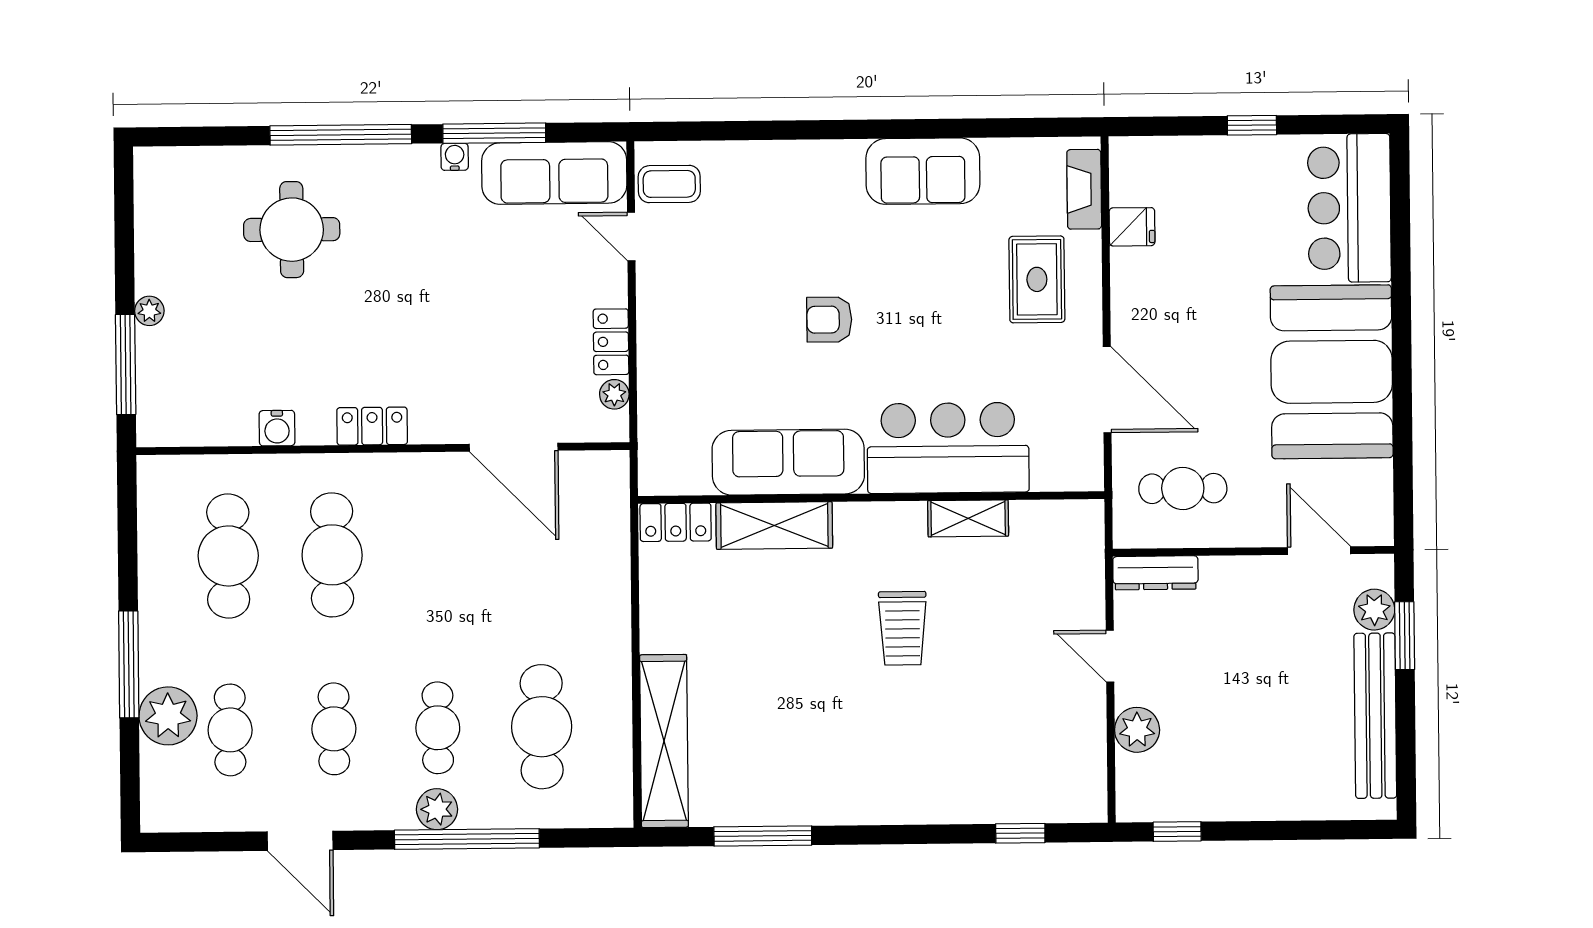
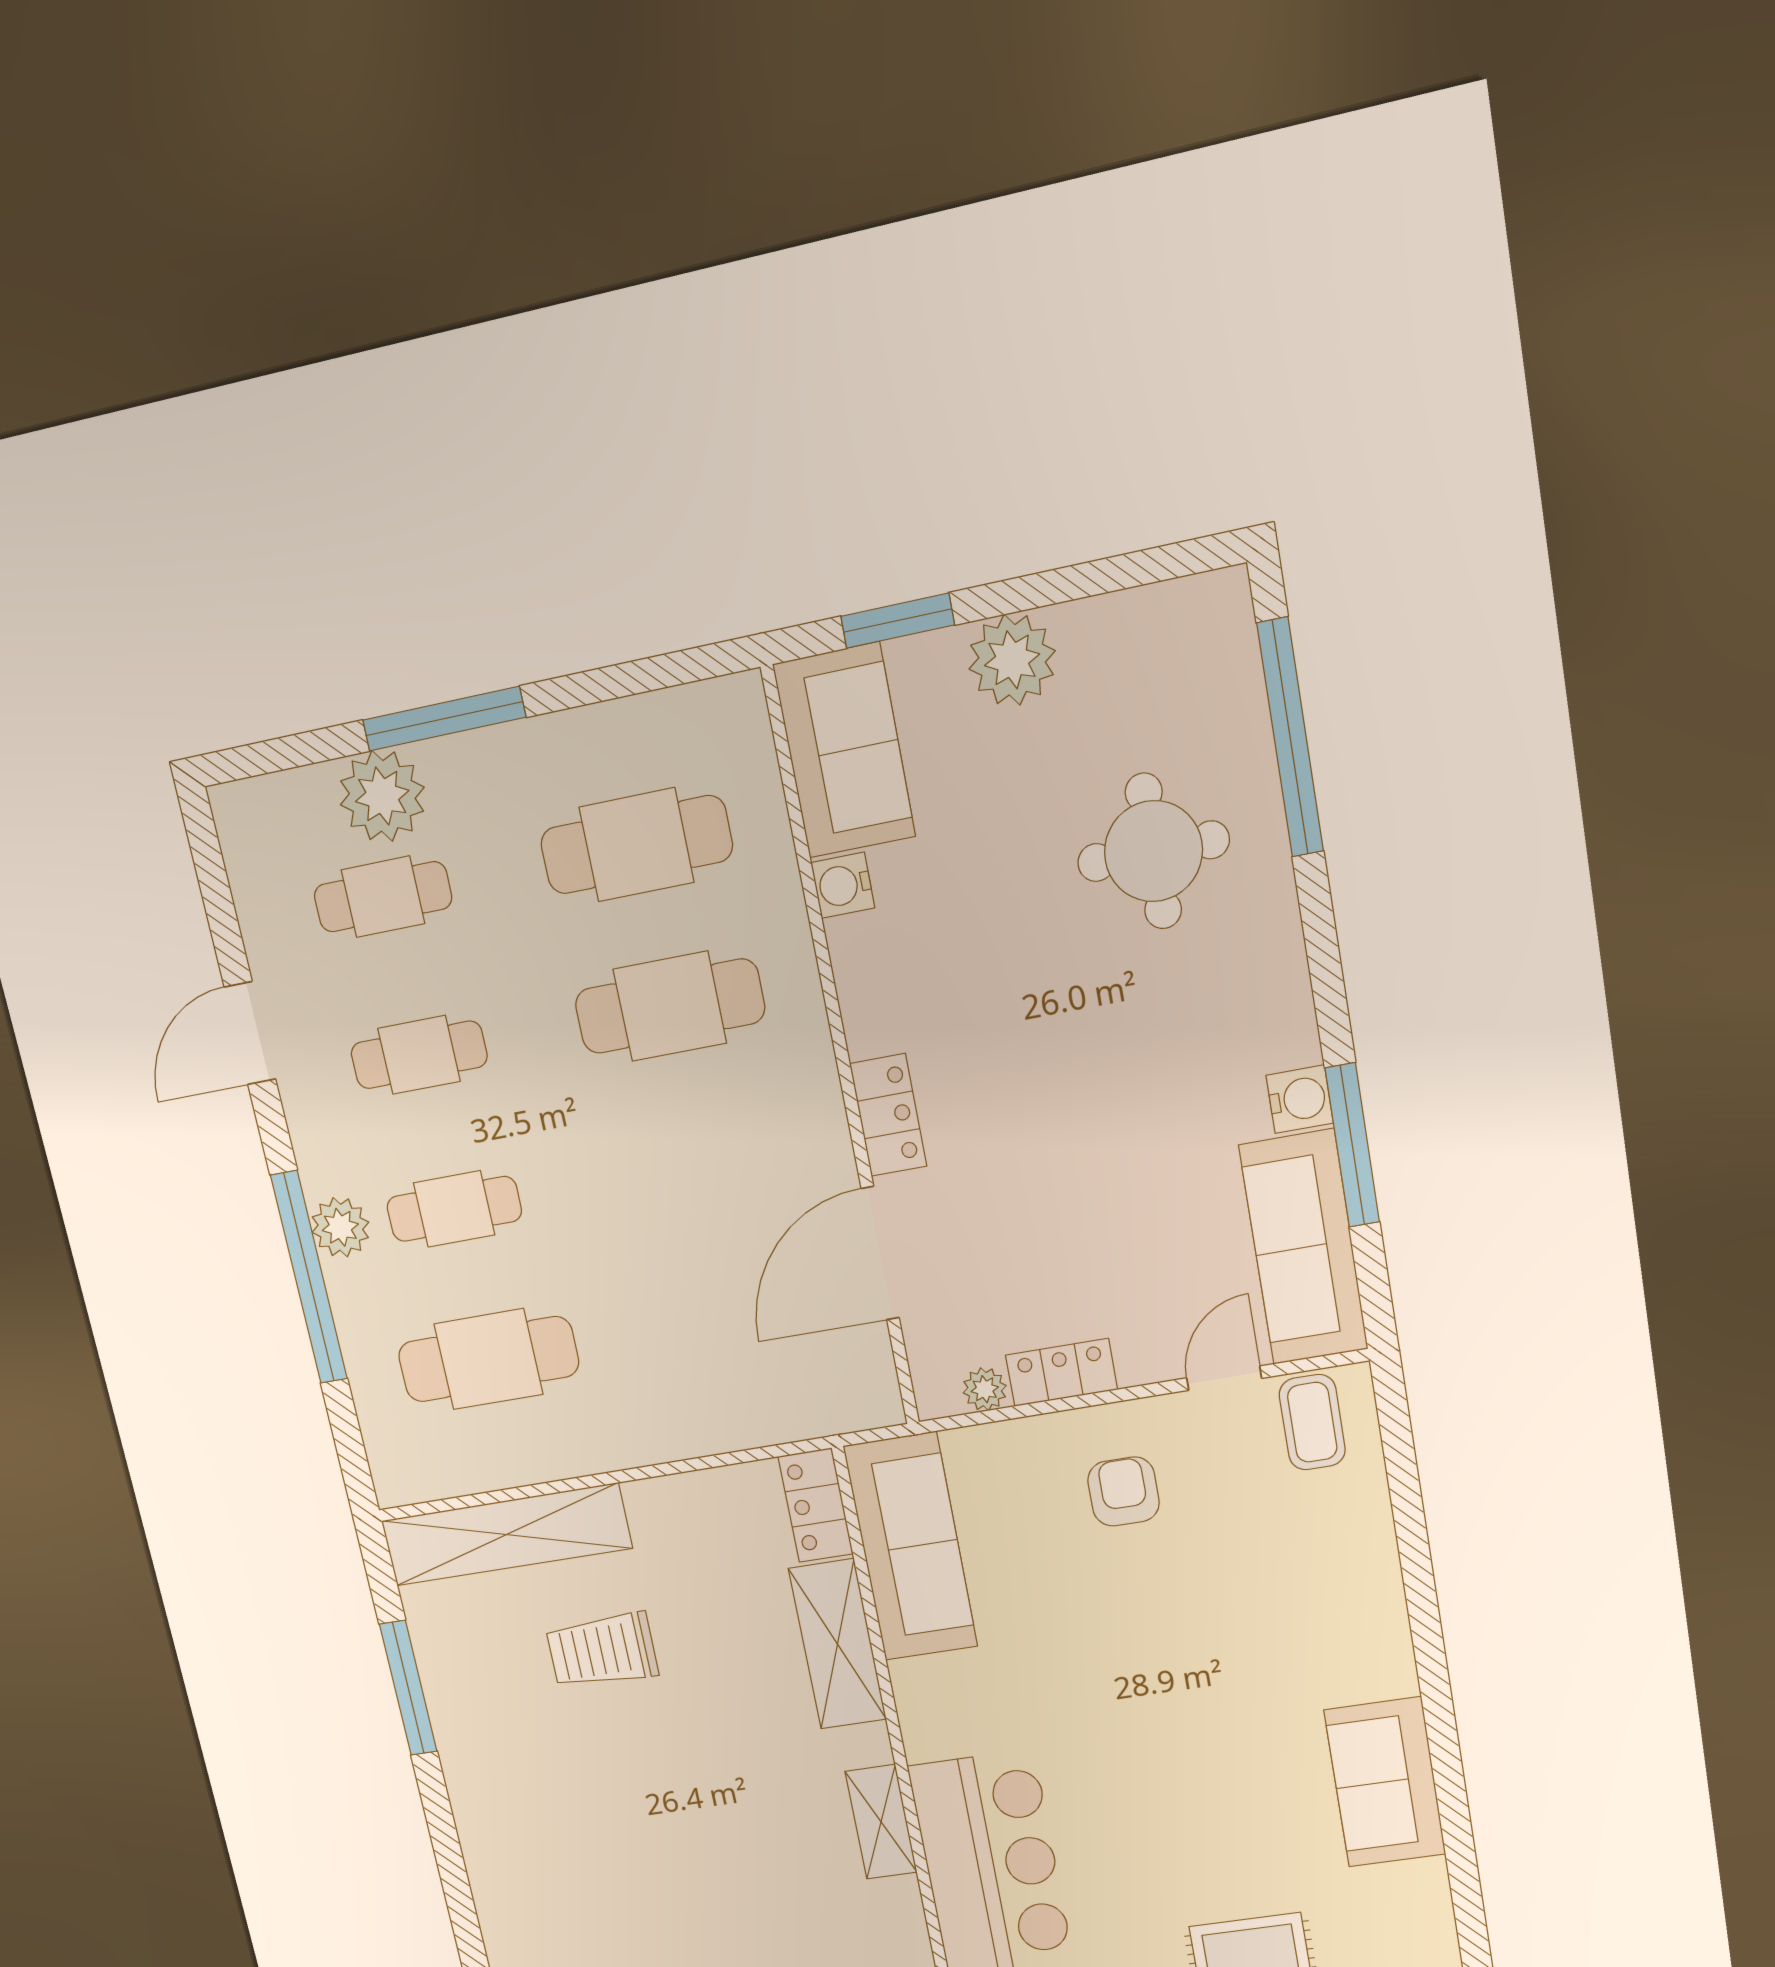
window: (341, 135) -> (1290, 738), moved
water cooler: (455, 157) -> (1300, 1099), width x1.38, depth x1.38
plant: (149, 311) -> (1012, 660), width x1.87, depth x1.87
armchair: (829, 320) -> (1124, 1491), moved
window: (126, 364) -> (898, 621), width x0.69
sofa: (196, 412) -> (844, 751), added
locker: (372, 426) -> (888, 1115), moved
sofa: (788, 462) -> (911, 1547), moved
shelving: (968, 518) -> (881, 1822), moved
trolley: (903, 628) -> (602, 1651), moved

